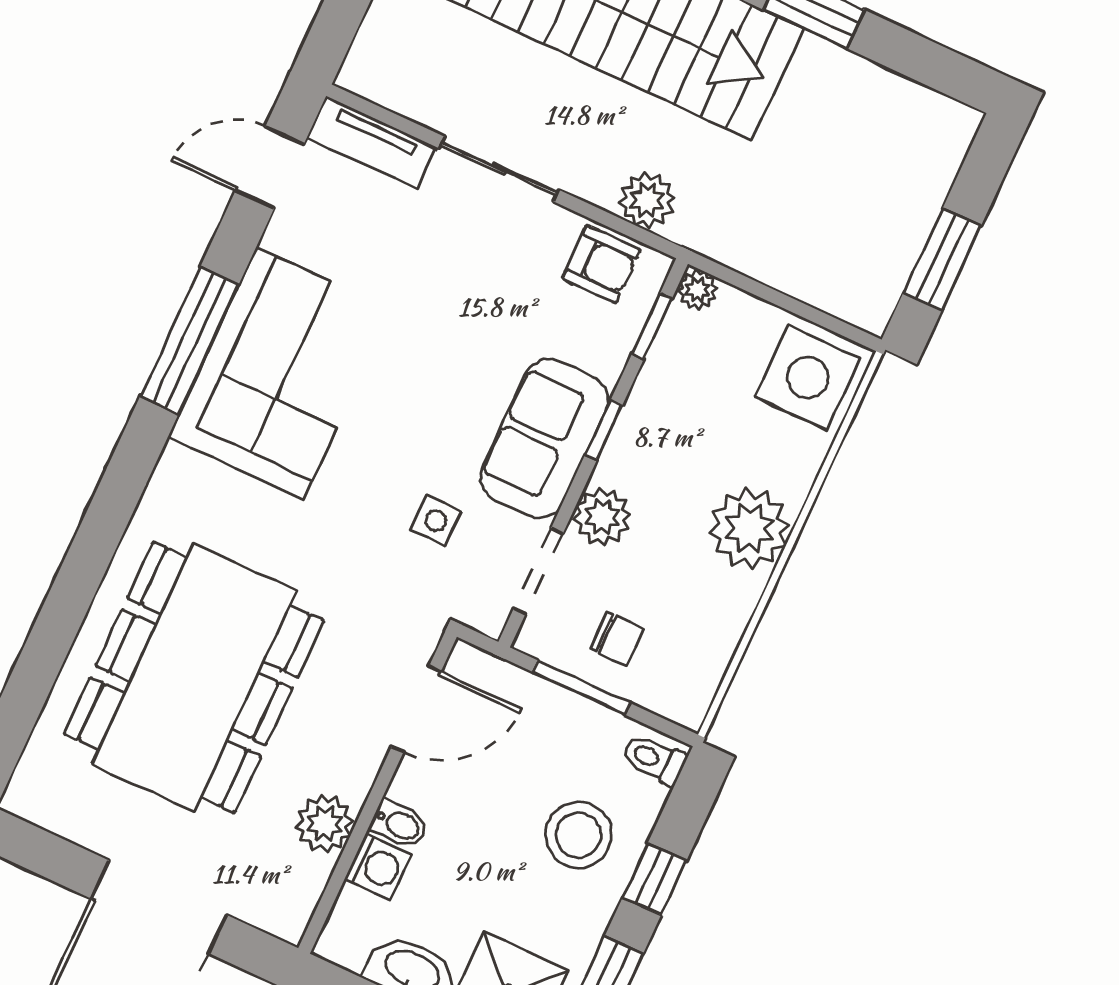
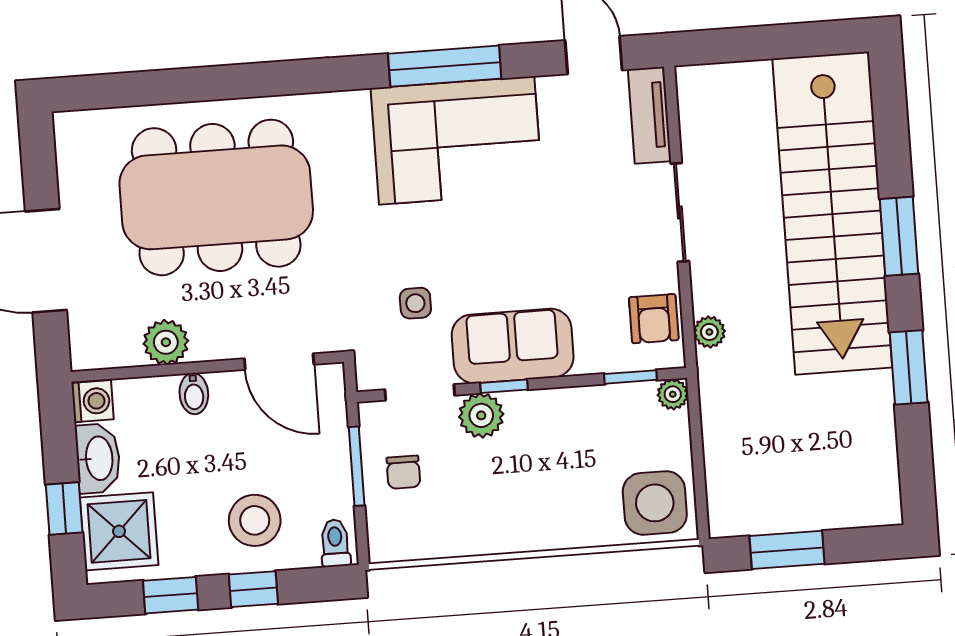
plant: (647, 200) -> (709, 332), width x0.73, depth x0.73
window: (604, 430) -> (504, 386), moved
plant: (749, 528) -> (529, 521), removed
washing machine: (378, 867) -> (93, 401), moved, turned -90

